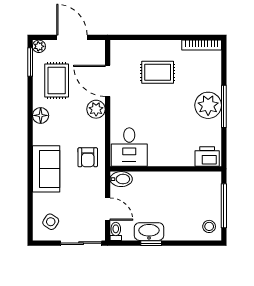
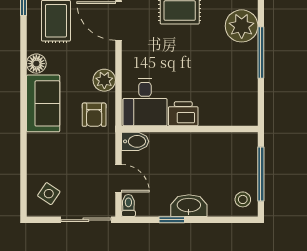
plant: (208, 105) -> (242, 26), moved
plant: (96, 109) -> (104, 80), moved
printer: (207, 156) -> (183, 114), moved
sofa: (46, 169) -> (43, 103), moved
washbasin: (149, 232) -> (189, 206), moved

